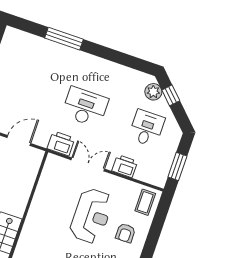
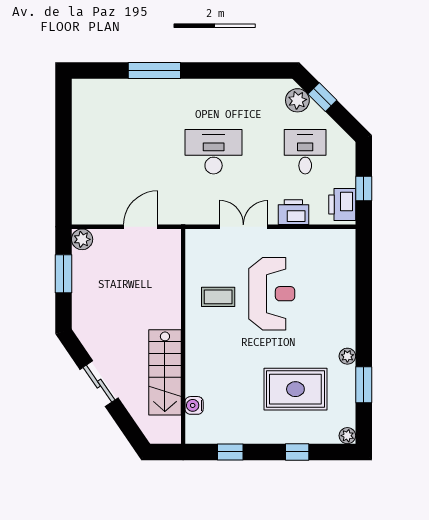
printer: (61, 143) -> (342, 204), moved, turned -90
window: (177, 166) -> (364, 189), width x0.67
coffee table: (145, 202) -> (218, 297), moved, turned 90
armchair: (125, 233) -> (325, 301), removed

